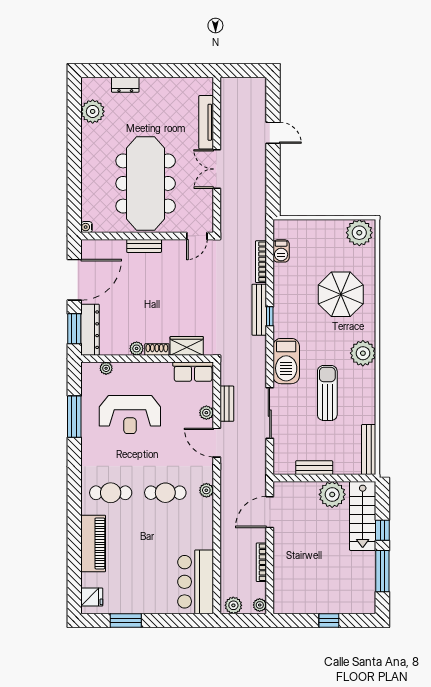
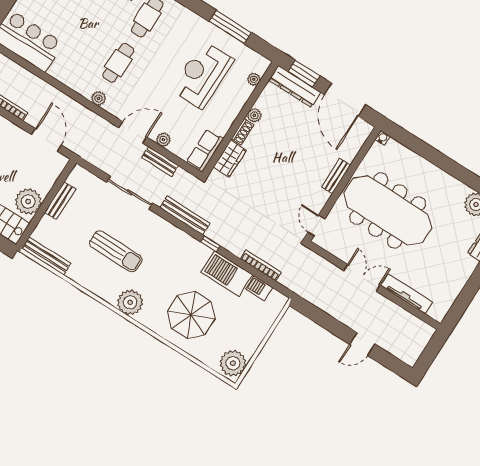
bench: (259, 310) -> (185, 215), moved
barbecue: (286, 361) -> (227, 274), moved

